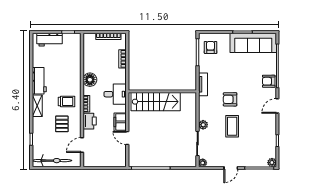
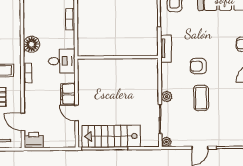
stairs: (156, 102) -> (111, 136), moved, turned 180
printer: (90, 121) -> (34, 140), moved, turned -90
door: (82, 145) -> (23, 122), hinge flipped

